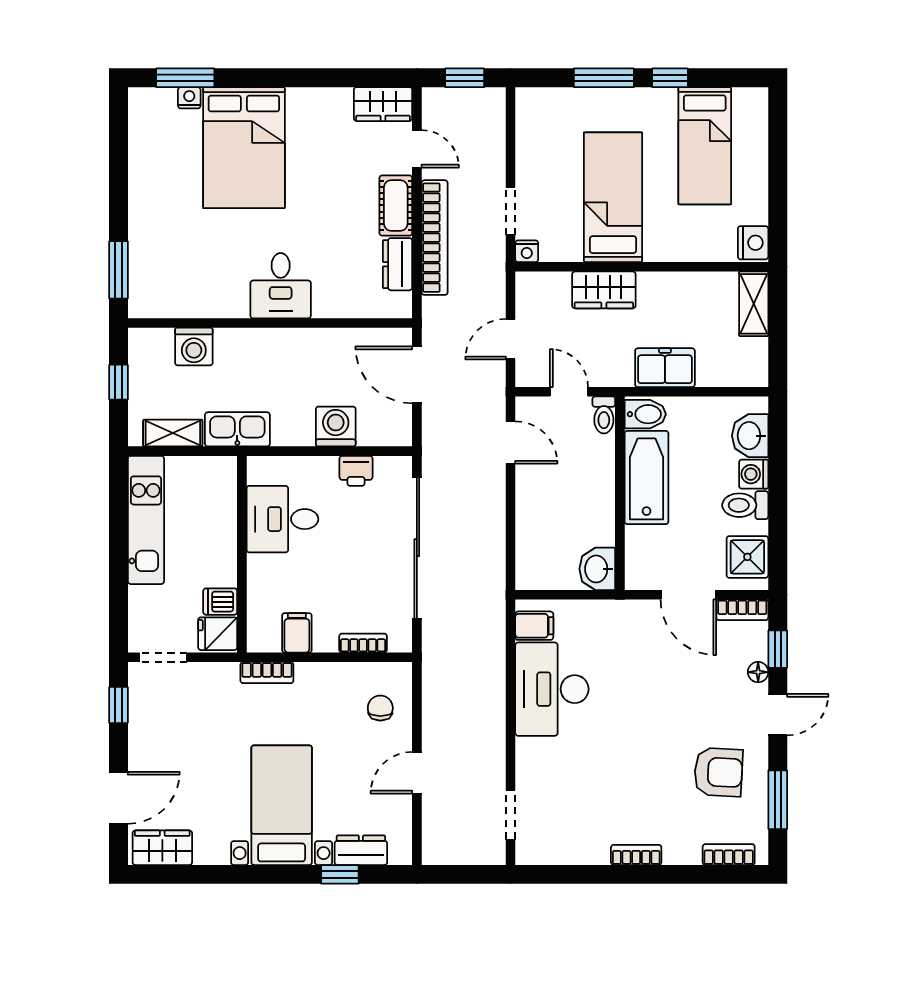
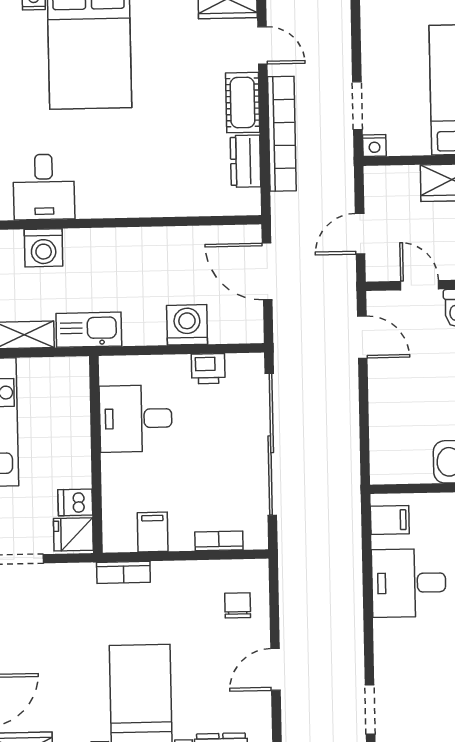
desk: (281, 286) -> (44, 187), moved
desk: (552, 689) -> (409, 583), width x0.73

